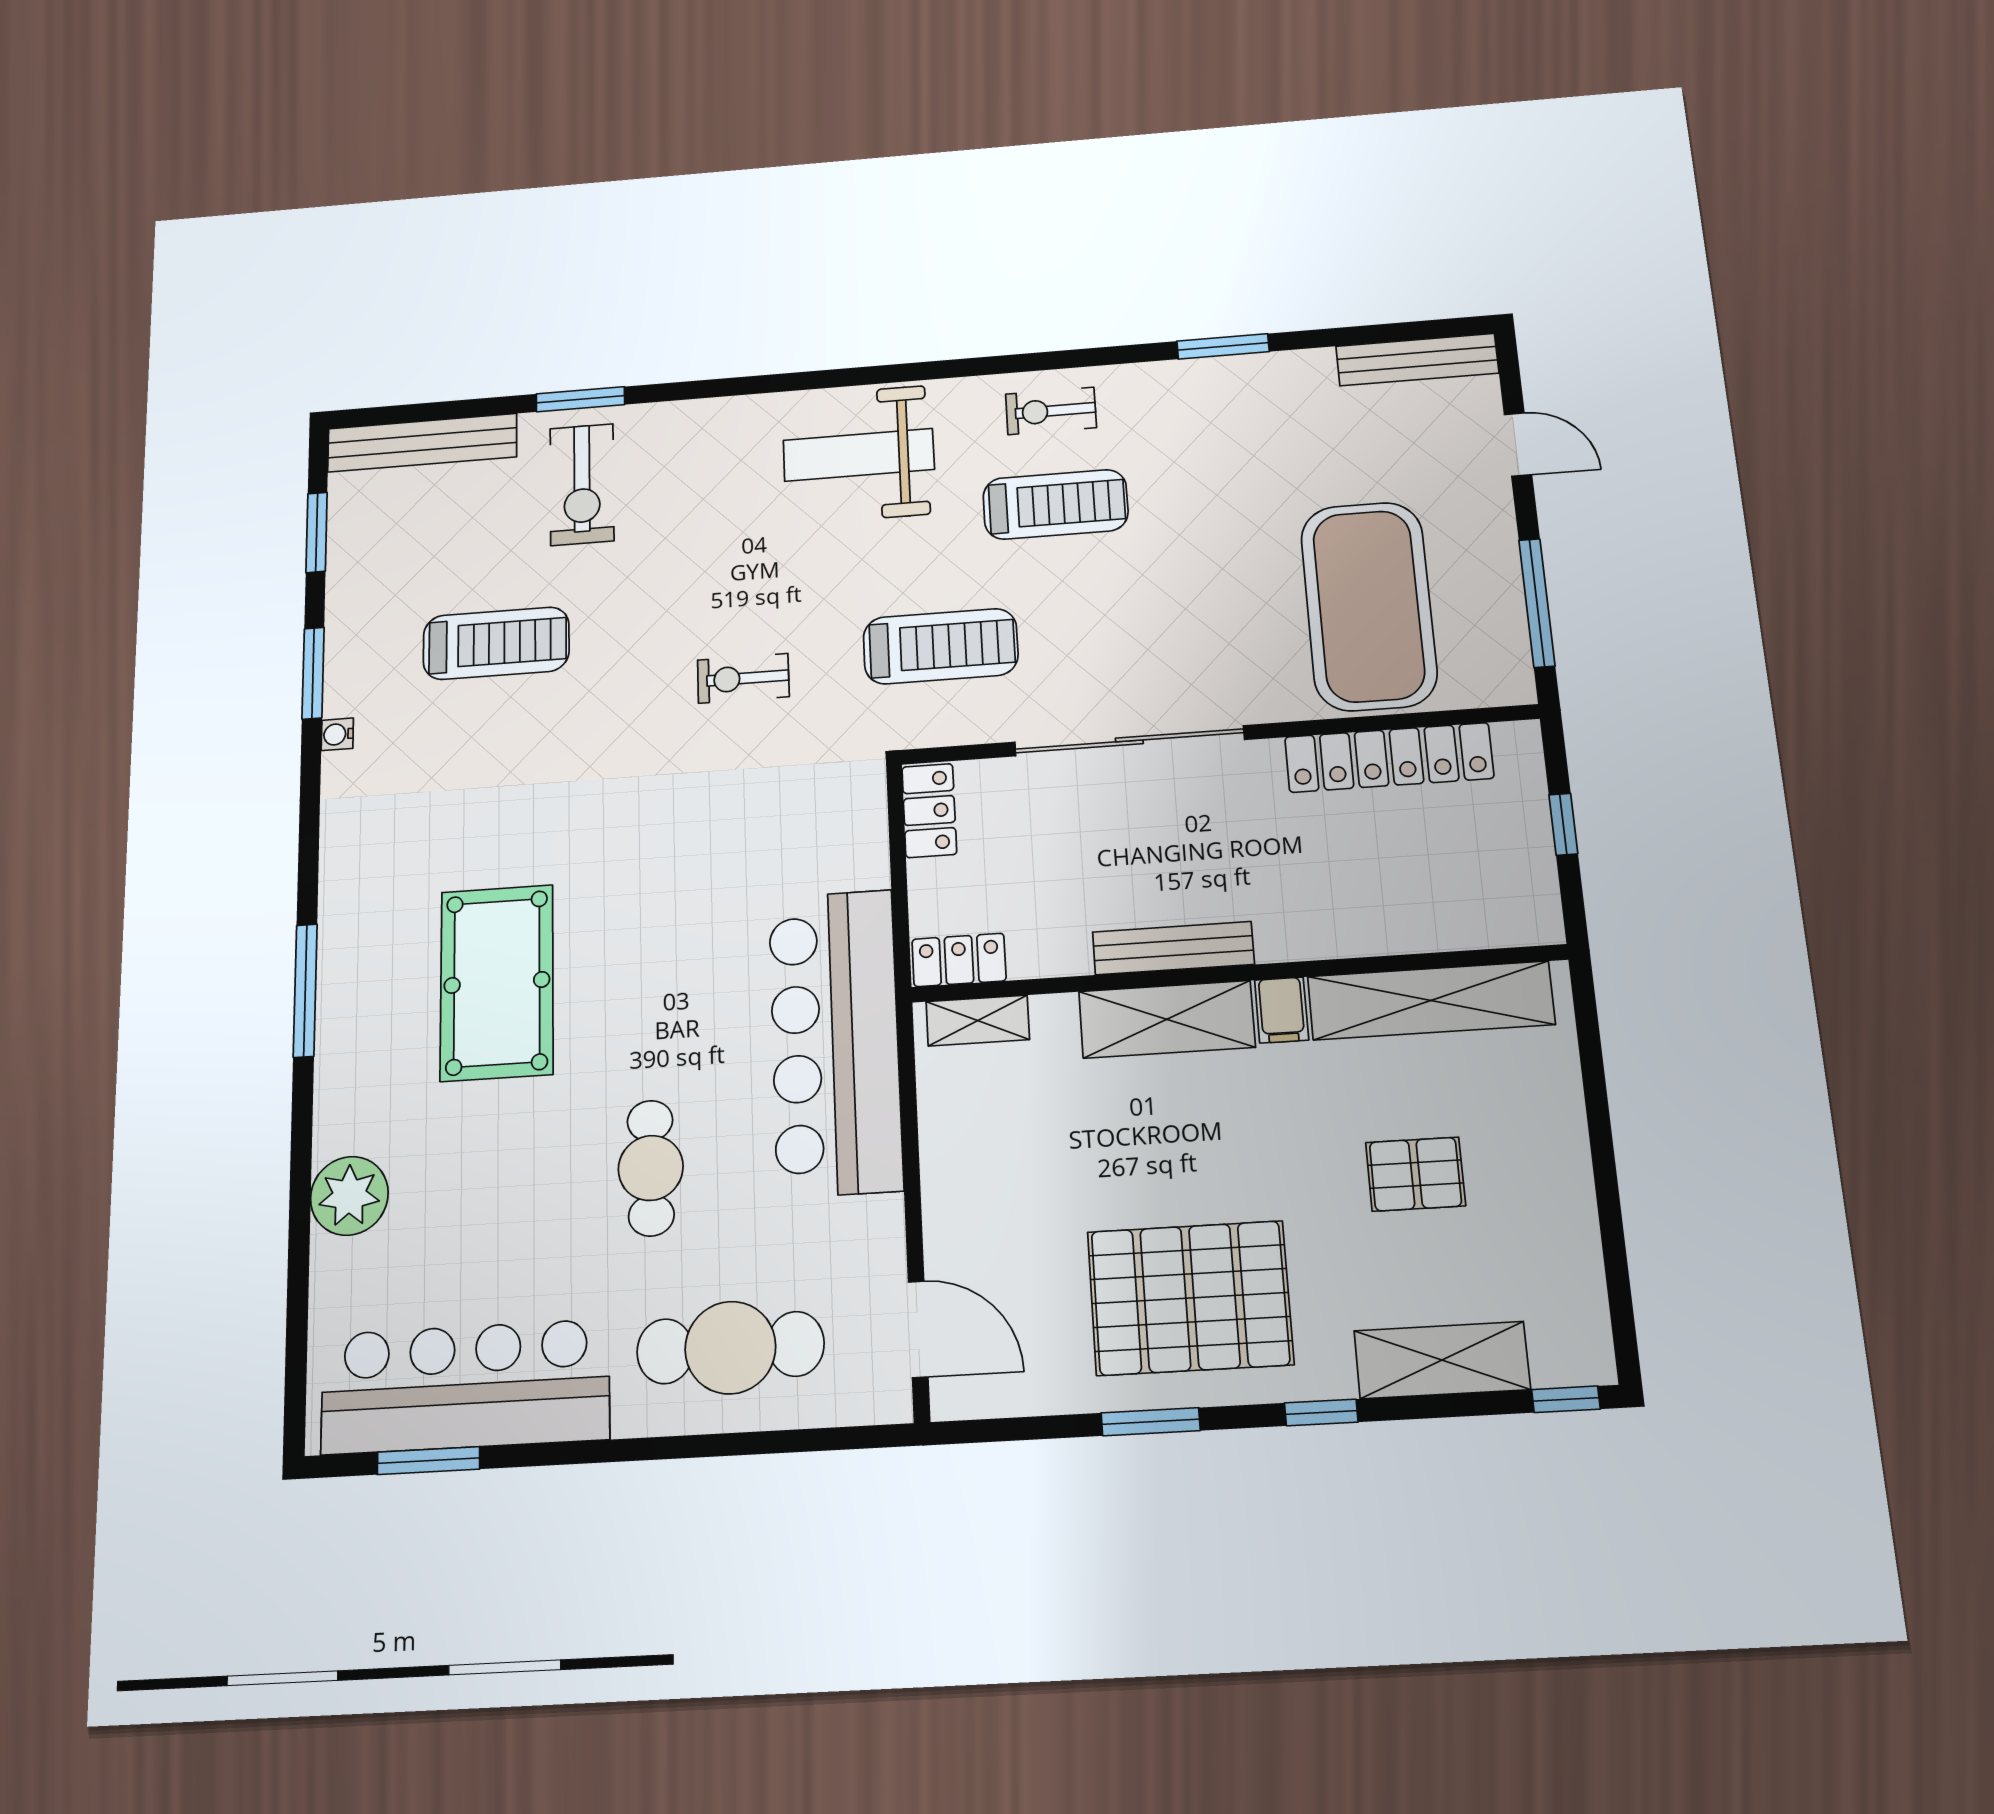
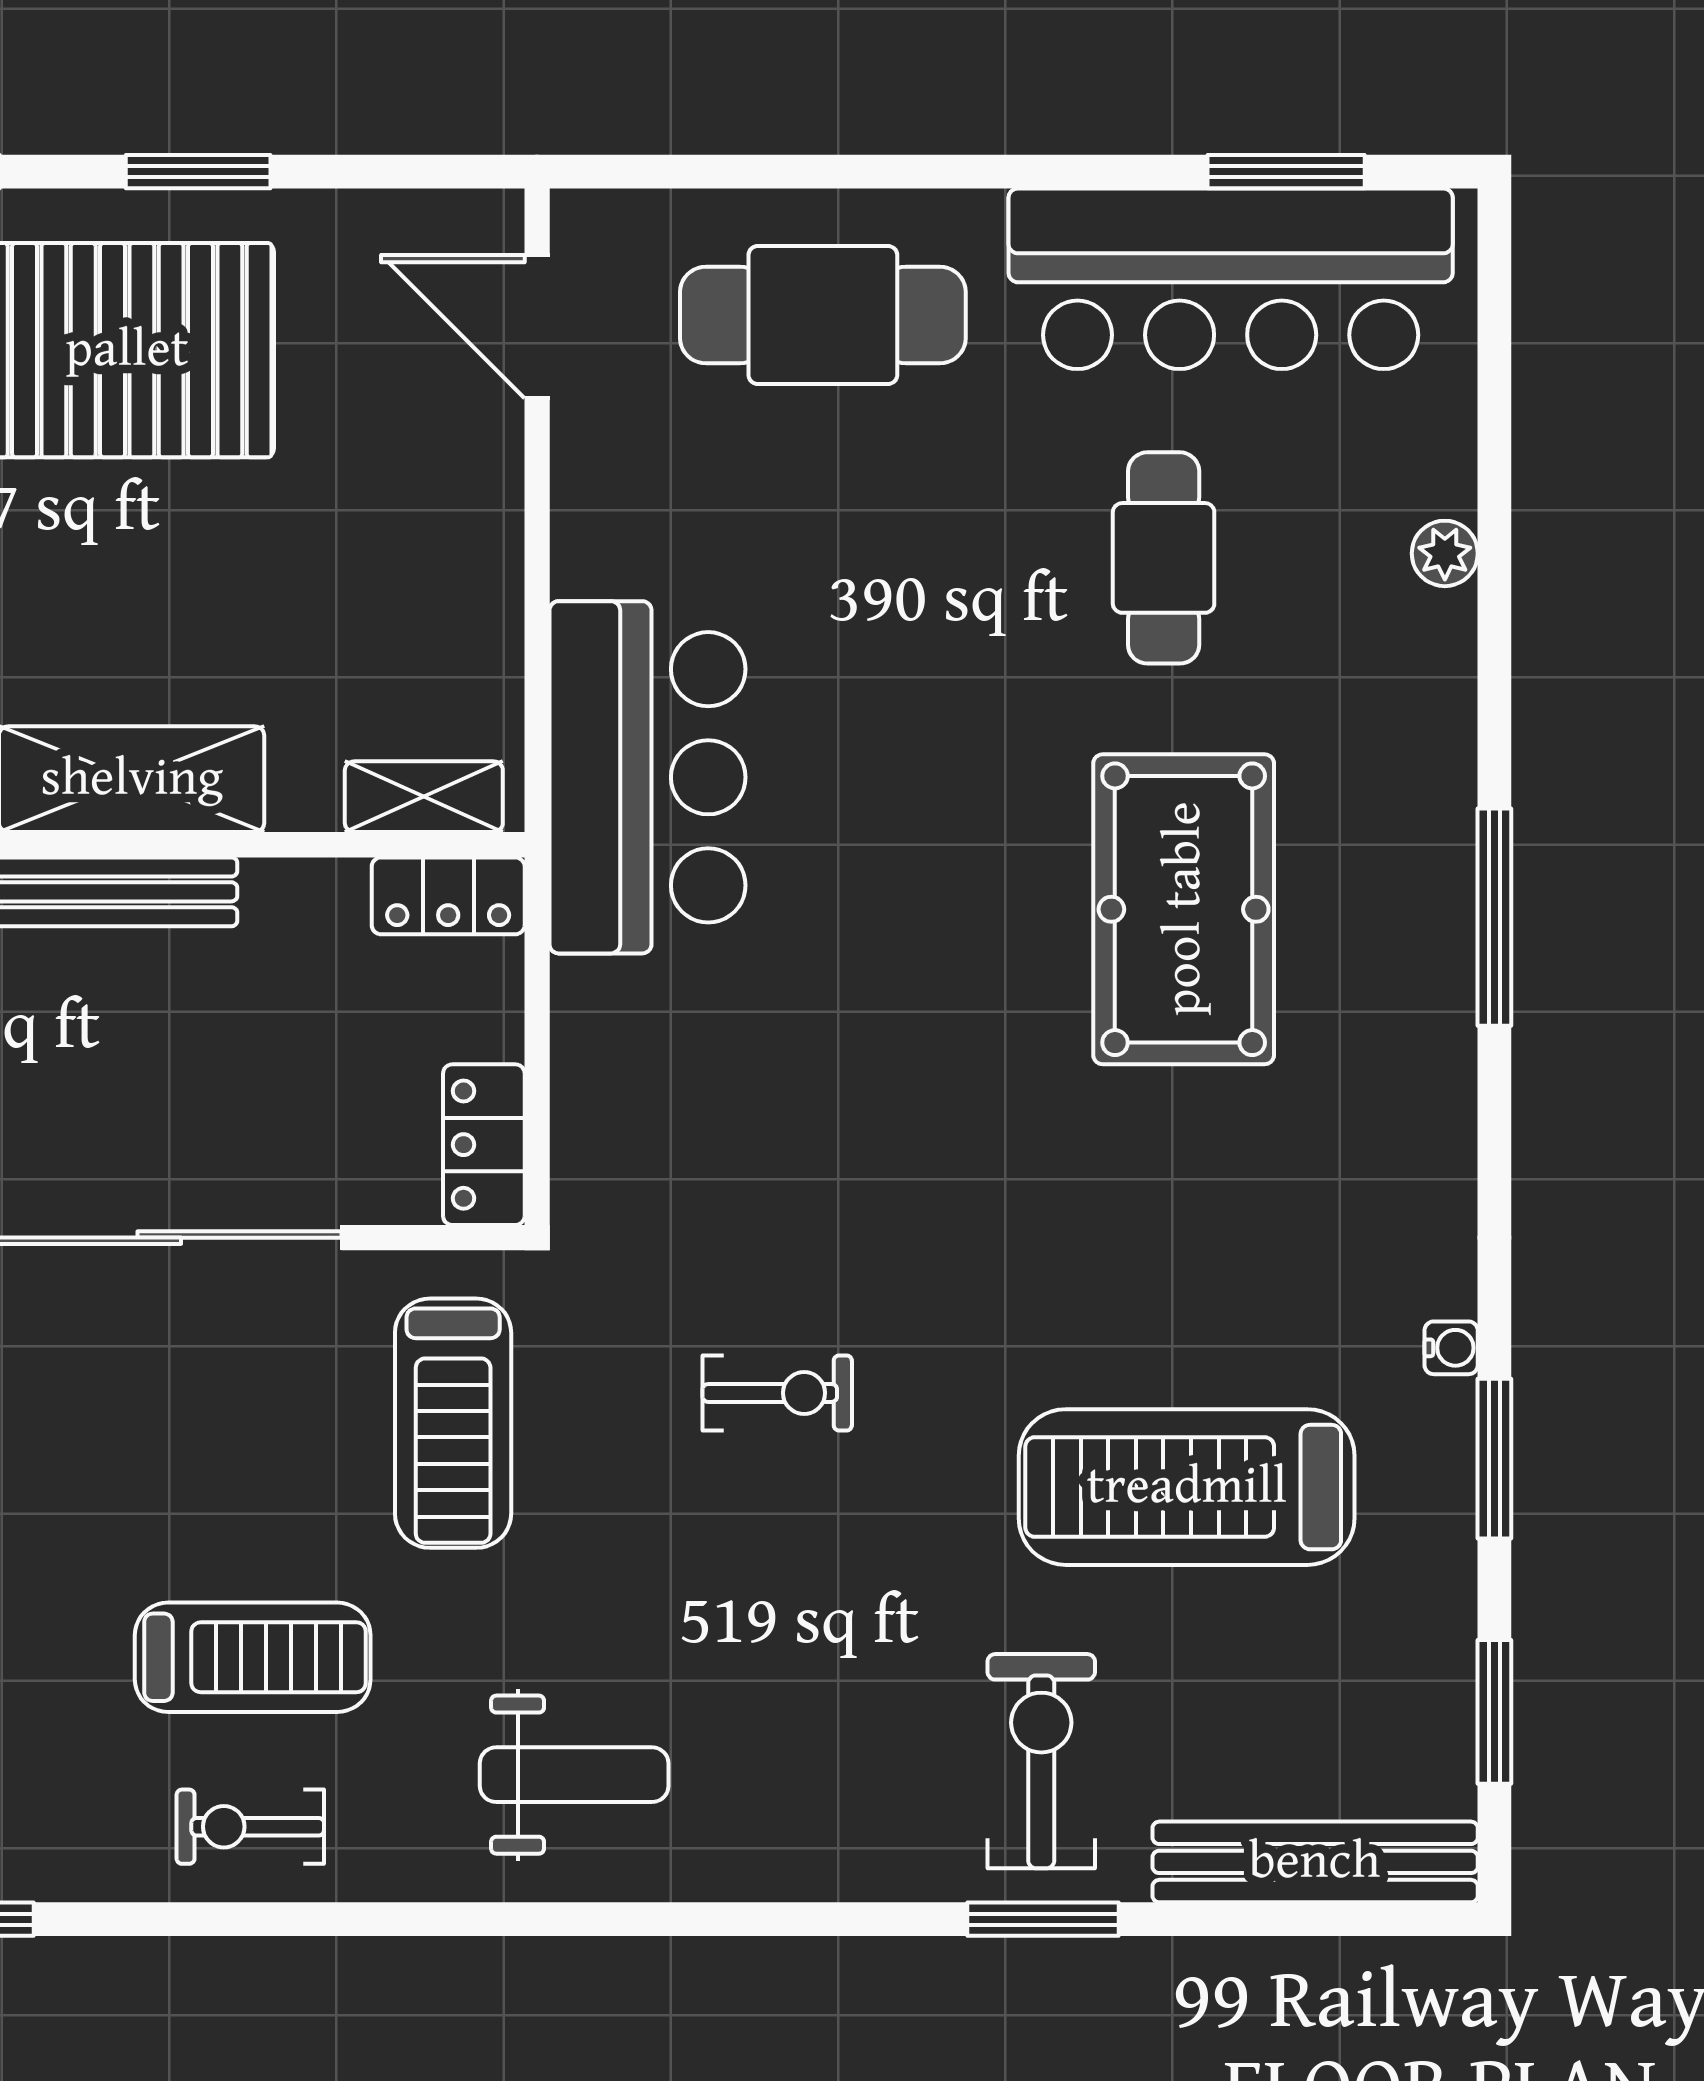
exercise bike: (1051, 411) -> (250, 1827), turned 180
weight bench: (859, 455) -> (574, 1775), width x0.73, depth x0.75
treadmill: (1055, 504) -> (253, 1657), turned 180
treadmill: (496, 643) -> (1187, 1487), width x1.37, depth x1.38
treadmill: (941, 646) -> (453, 1423), turned -90
bar counter: (835, 1042) -> (648, 777), width x0.73
cafe table: (651, 1168) -> (1164, 558), moved
plant: (349, 1196) -> (1445, 553), width x0.53, depth x0.53

